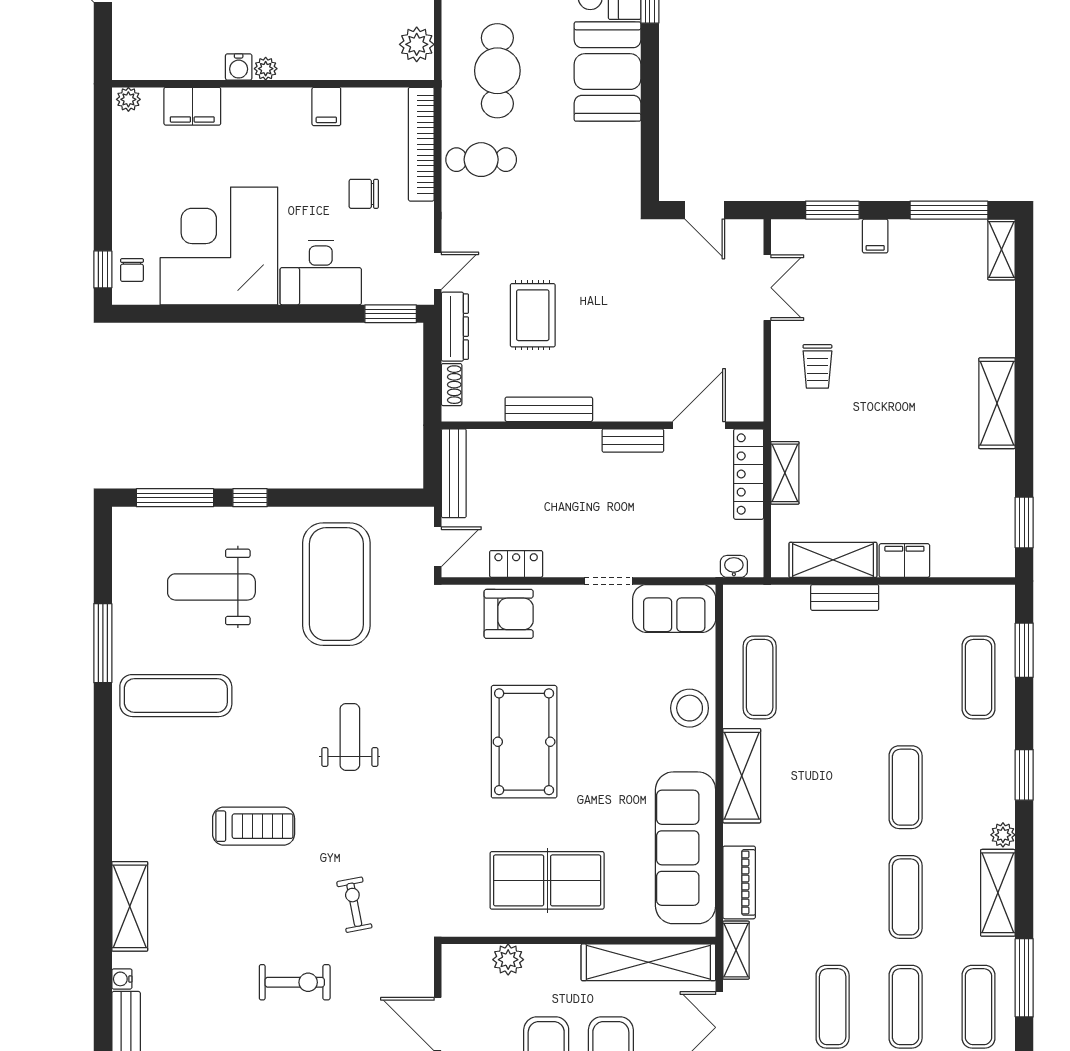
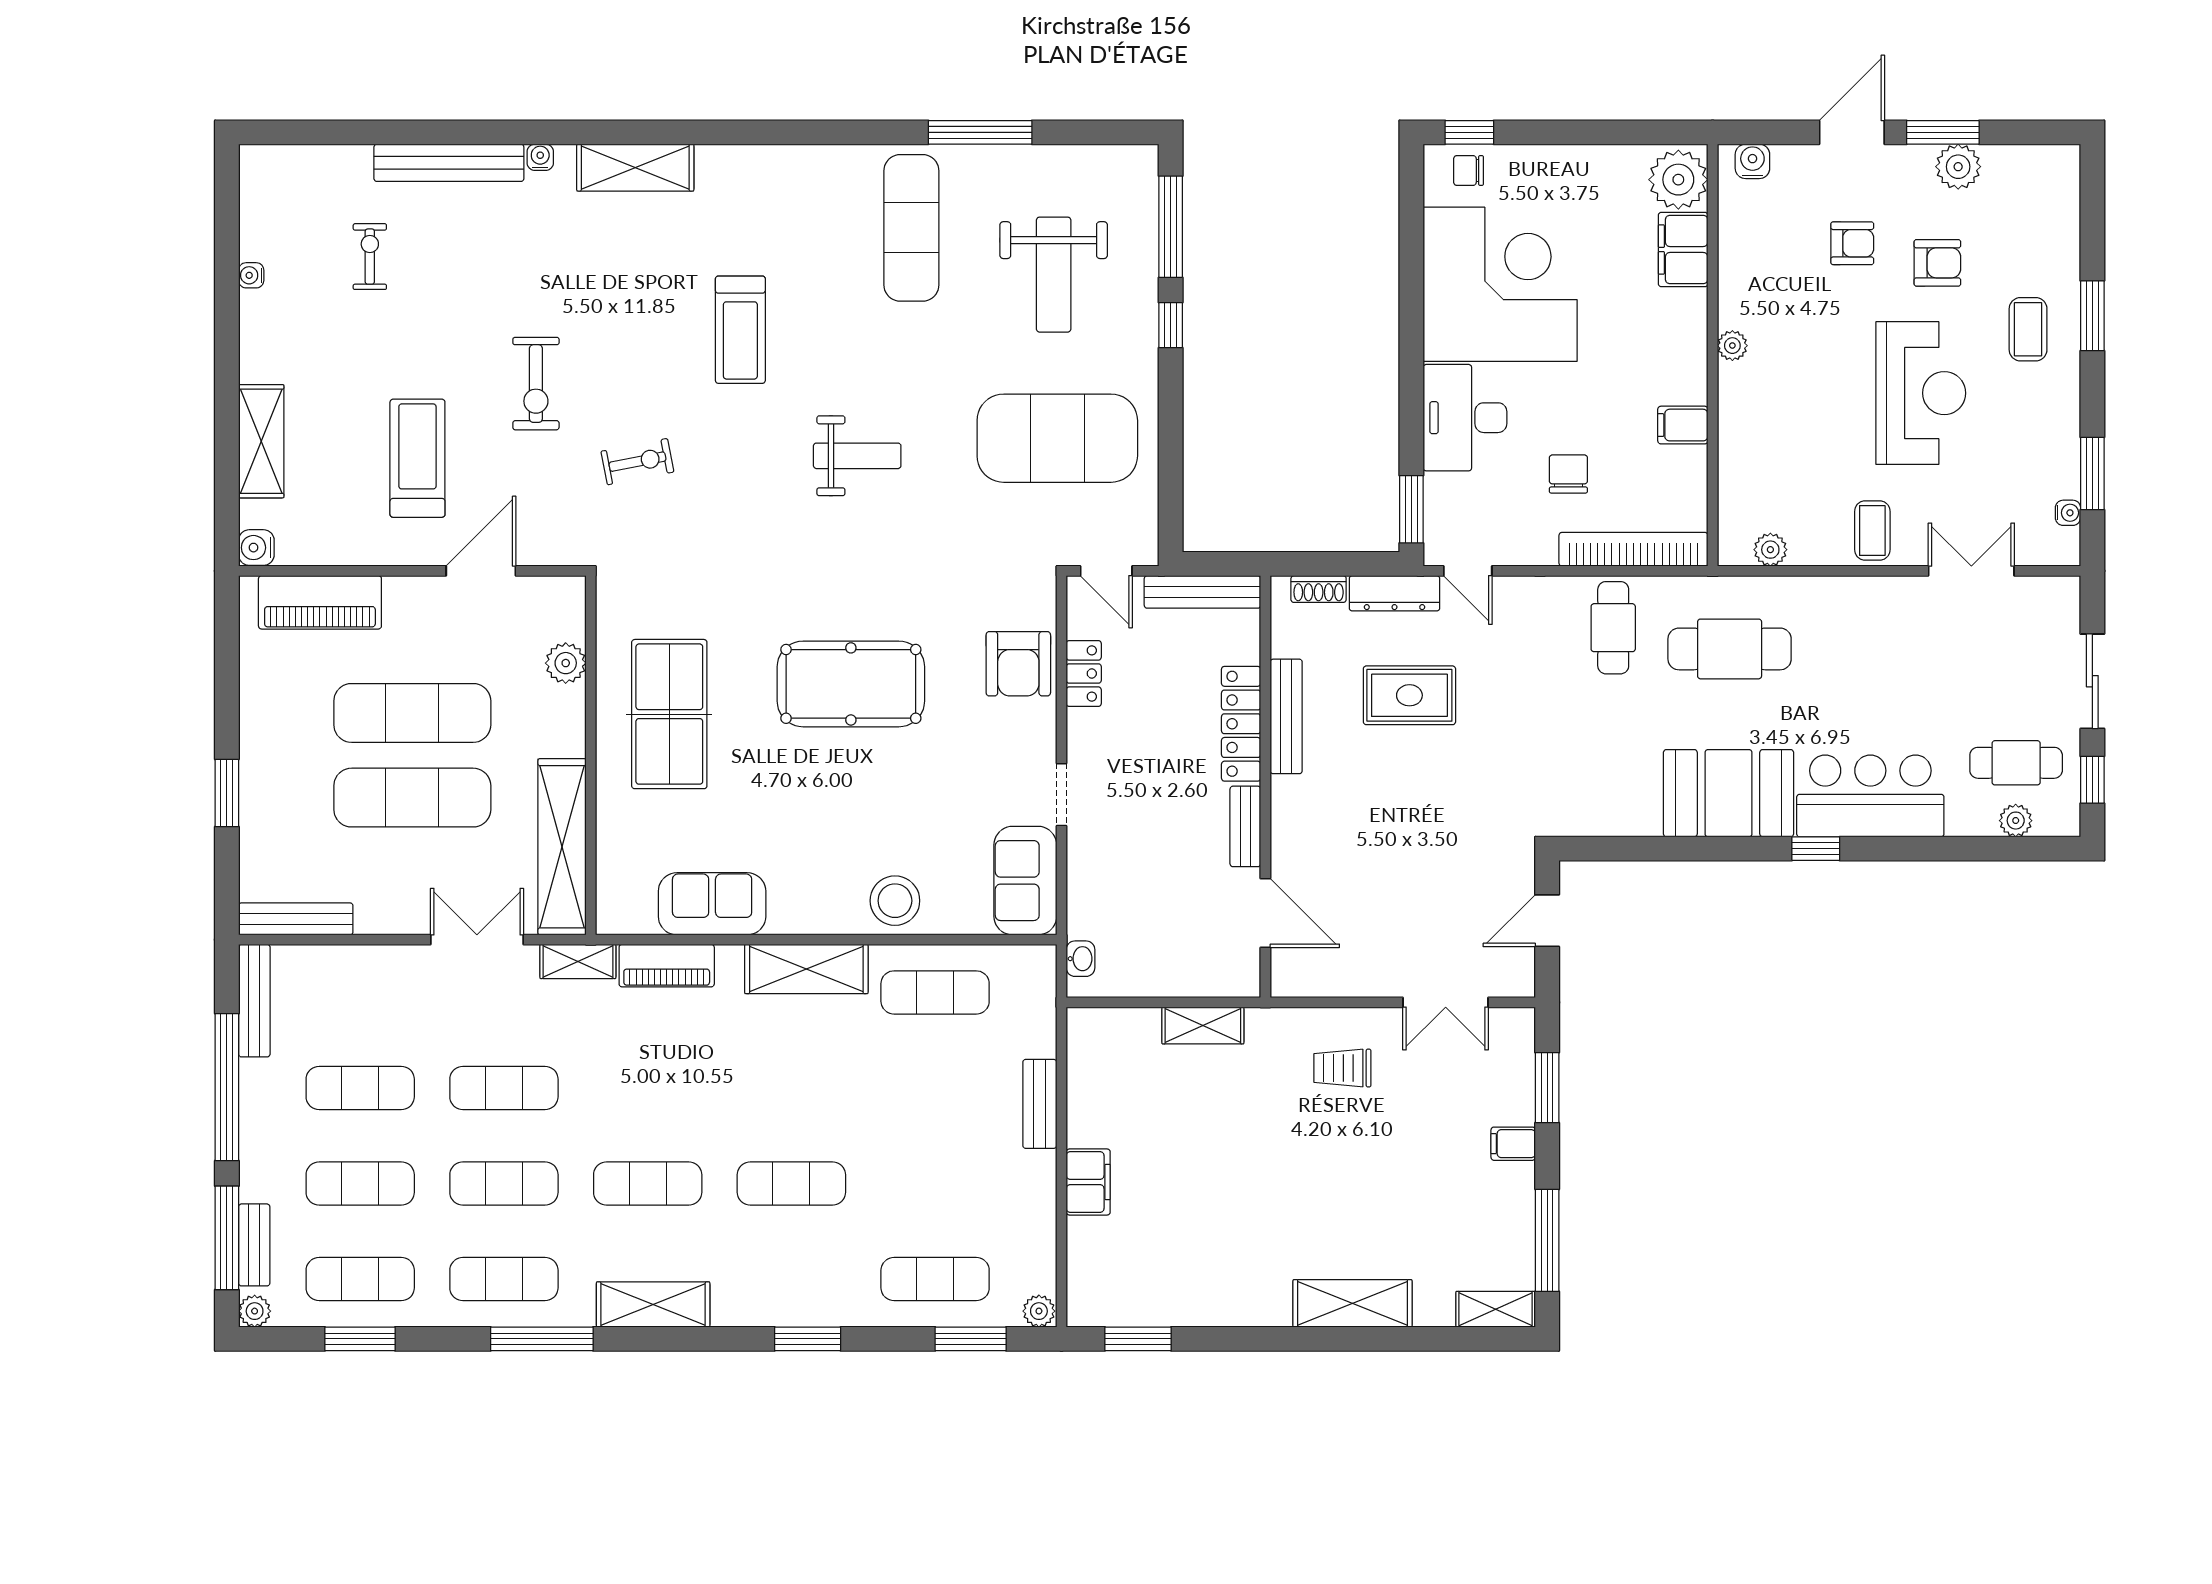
plant: (417, 44) -> (1770, 550), width x0.73, depth x0.73
water cooler: (239, 67) -> (1752, 161), moved, turned 90
plant: (128, 99) -> (1678, 180), width x1.88, depth x1.88
shelving: (997, 403) -> (1352, 1303), moved
locker: (749, 474) -> (1241, 724), moved, turned -90
shelving: (833, 560) -> (1089, 1088), removed
weight bench: (211, 587) -> (1054, 275), turned 180
plant: (1003, 835) -> (1039, 1311), moved
sofa: (686, 848) -> (712, 904), width x0.54, depth x0.79

